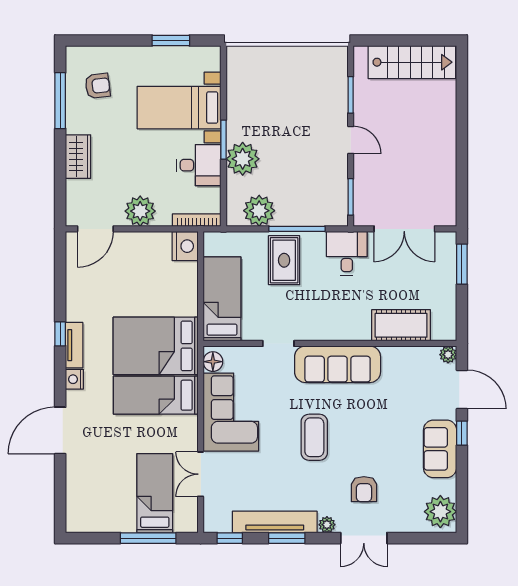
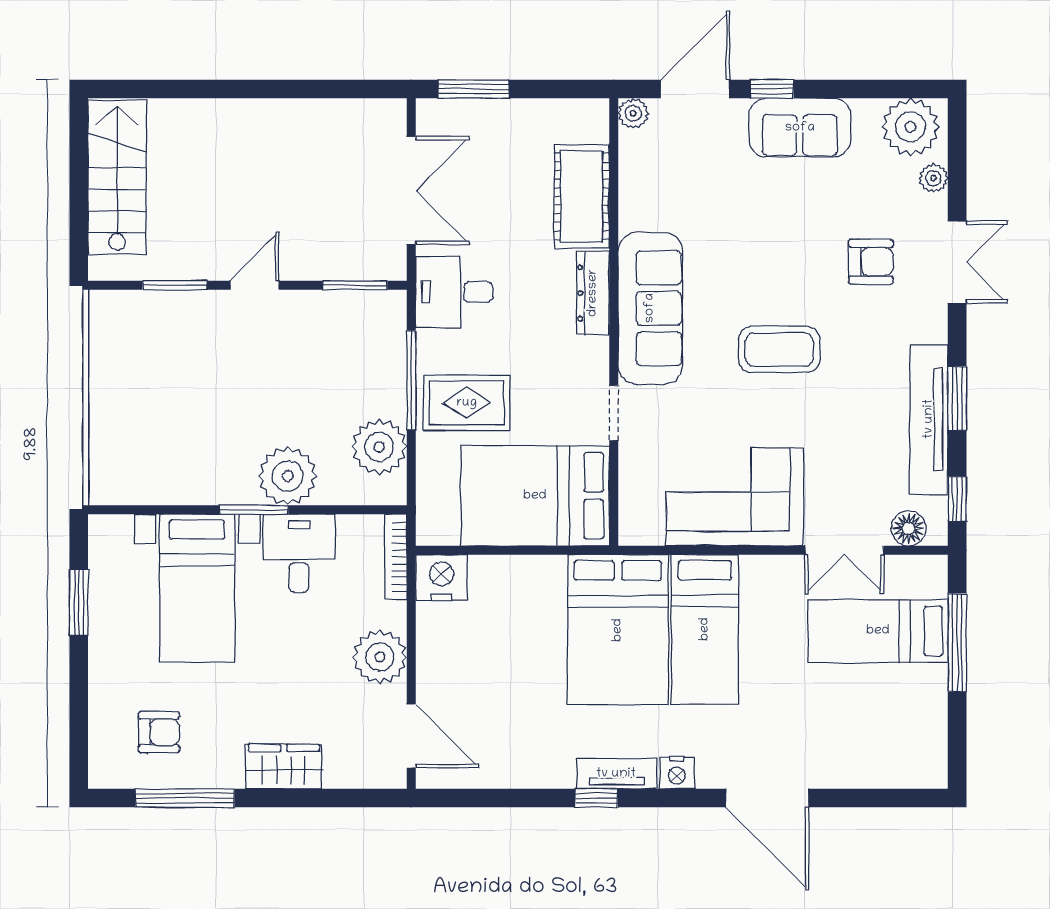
armchair: (98, 86) -> (159, 732), turned 97
bed: (222, 299) -> (535, 496), width x1.50
dresser: (346, 332) -> (593, 293), added
floor lamp: (213, 362) -> (909, 528), moved
plant: (327, 525) -> (934, 178), moved

